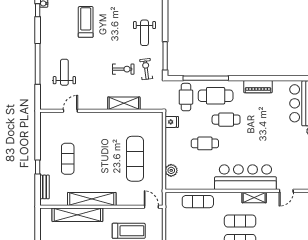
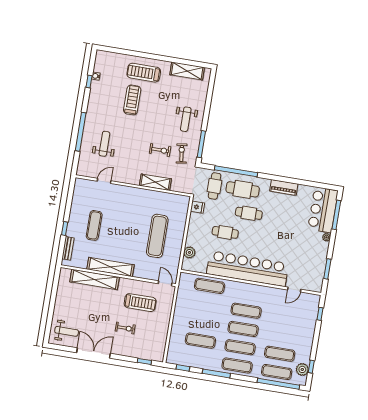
bar counter: (245, 177) -> (248, 269), width x1.36
shelving: (254, 197) -> (263, 291), removed

